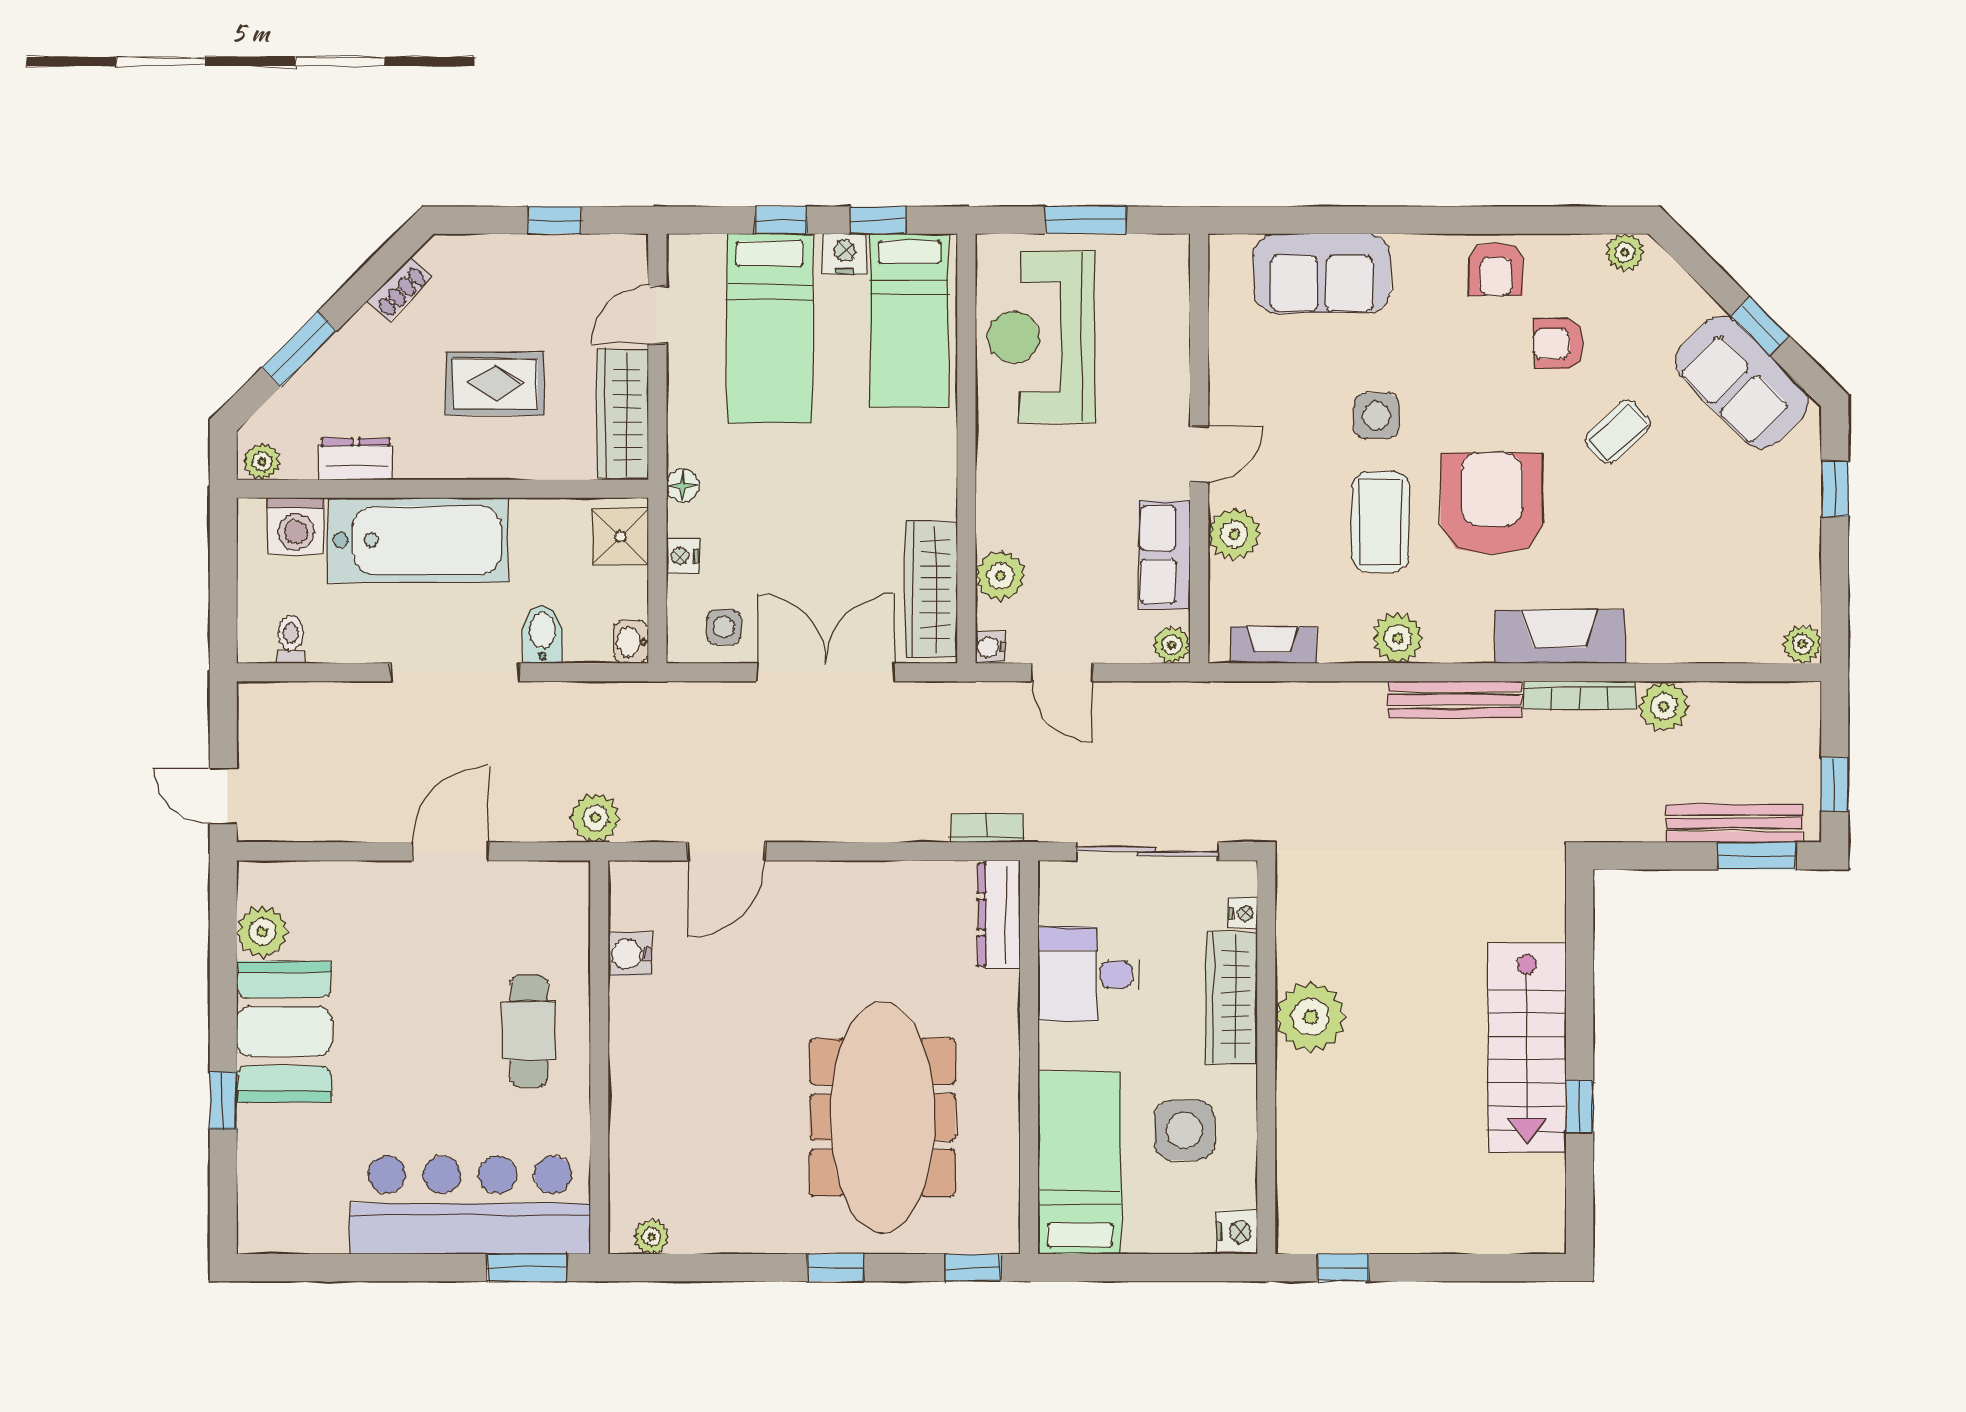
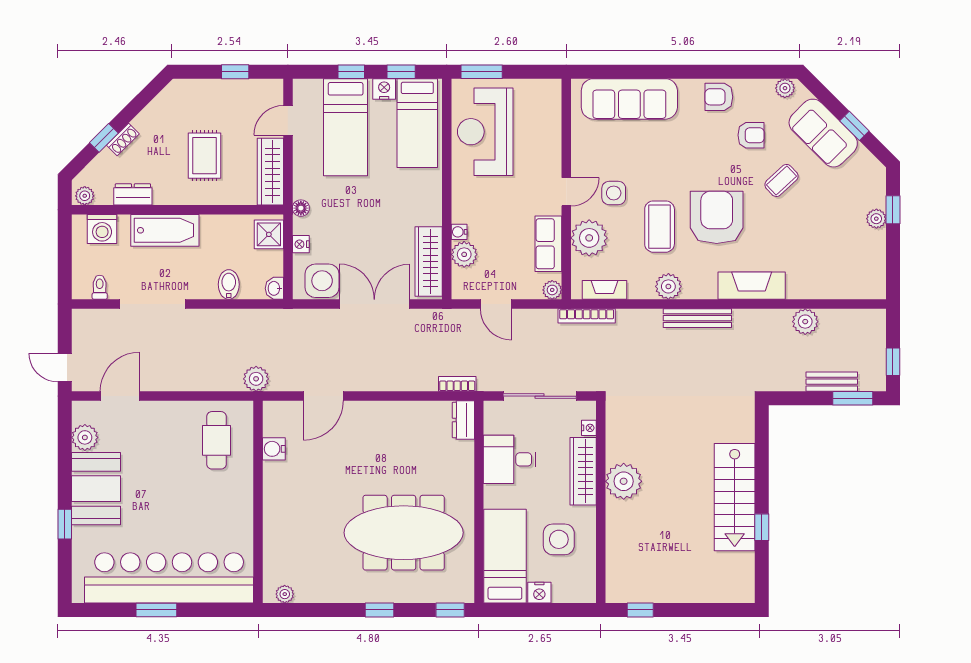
window: (1085, 220) -> (482, 72), moved
armchair: (1496, 269) -> (719, 97), turned 90
sofa: (1322, 273) -> (629, 99), width x1.36
shoe rack: (399, 289) -> (123, 139), moved
armchair: (1559, 344) -> (751, 135), turned 180
window: (299, 349) -> (104, 138), width x0.67
sofa: (1742, 382) -> (823, 133), moved
rug: (495, 384) -> (204, 156), turned 90
side table: (1376, 416) -> (614, 193), moved
plant: (1234, 534) -> (589, 238), width x1.36, depth x1.36
bathtub: (418, 540) -> (165, 230), width x0.73, depth x0.73
side table: (724, 627) -> (322, 281), width x1.87, depth x1.87
plant: (1802, 644) -> (876, 219), moved
water cooler: (990, 647) -> (459, 232), moved
doorway: (455, 672) -> (152, 304), moved
bookcase: (1580, 695) -> (587, 316), moved
bench: (1734, 823) -> (832, 382), width x0.73
door: (450, 851) -> (120, 396), moved
dresser: (999, 914) -> (463, 420), width x0.70
cafe table: (529, 1031) -> (216, 440), moved
meeting table: (882, 1117) -> (404, 533), turned 90
bar counter: (470, 1205) -> (169, 578), width x1.36
nightstand: (1237, 1232) -> (539, 593), moved, turned 90
window: (527, 1268) -> (156, 610), moved

